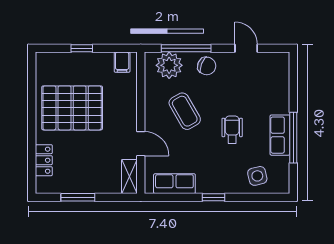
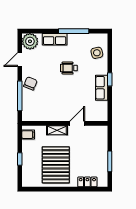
plant: (169, 65) -> (30, 41), moved
coffee table: (185, 111) -> (58, 97), removed
row of seats: (280, 135) -> (55, 39), moved
shelving: (129, 176) -> (57, 130), moved
row of seats: (174, 184) -> (102, 88), moved

